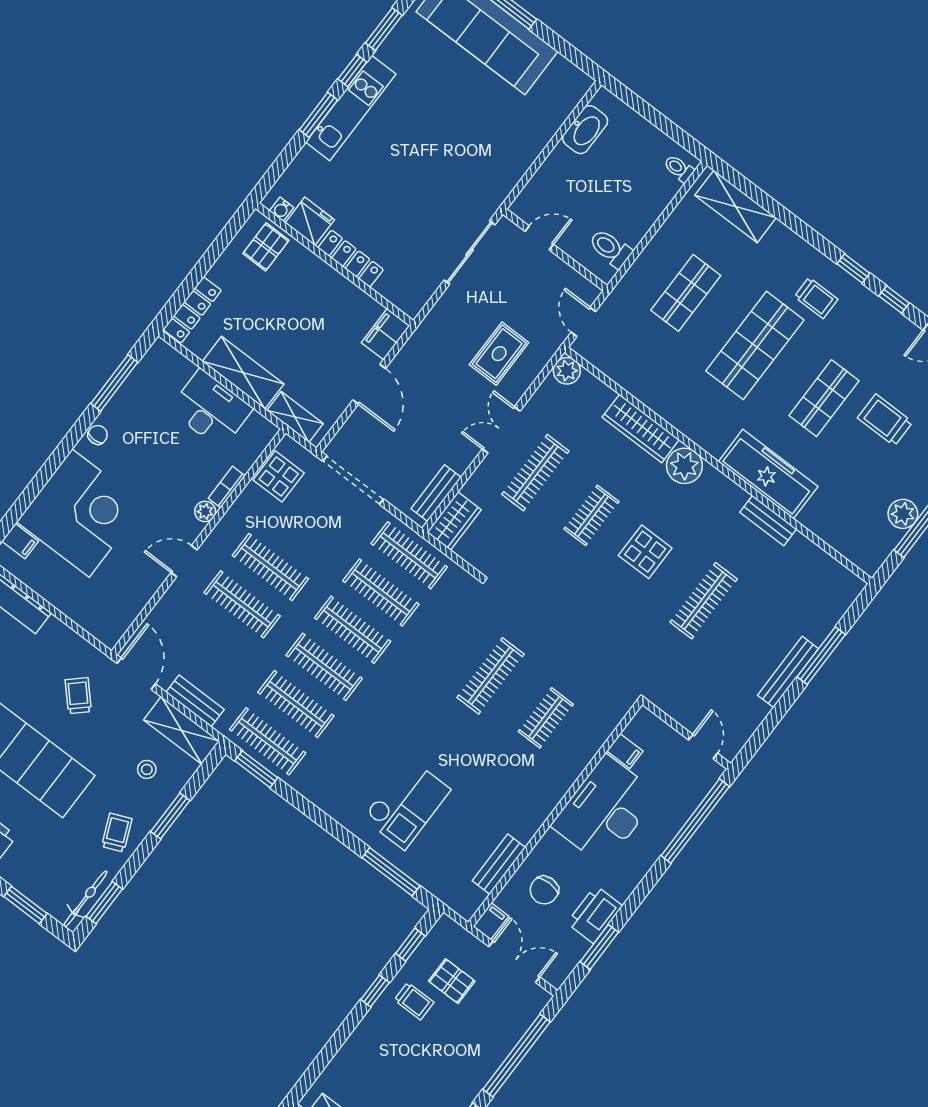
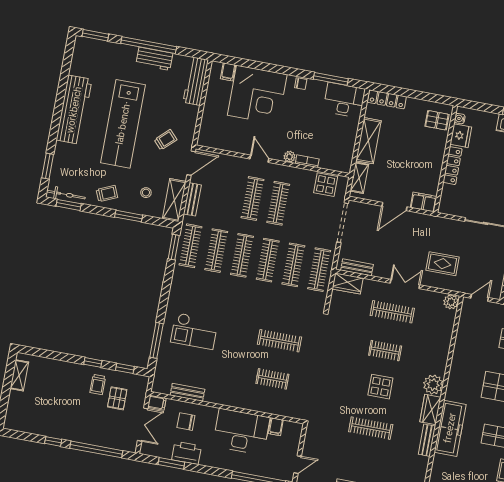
desk: (211, 409) -> (344, 100), moved, turned -90
wardrobe: (641, 428) -> (430, 410), moved, width x0.67

